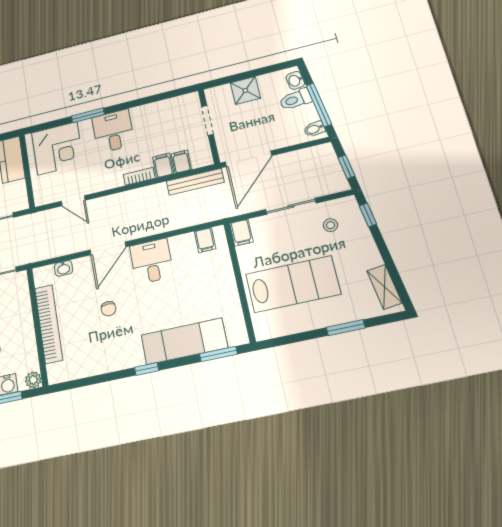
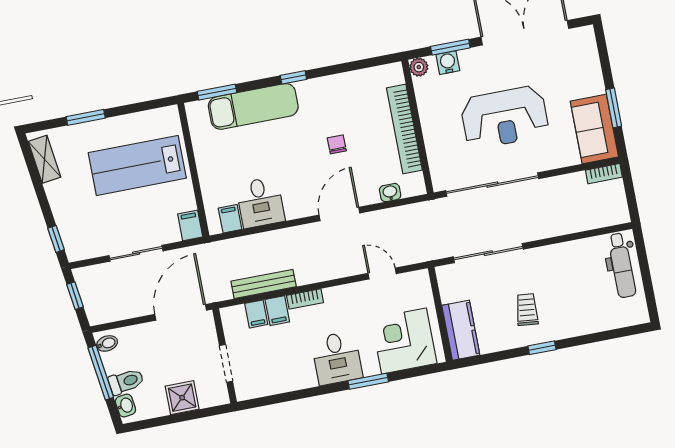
bench: (195, 182) -> (264, 284), moved
stool: (330, 225) -> (95, 229), removed
desk: (152, 261) -> (260, 202), moved

